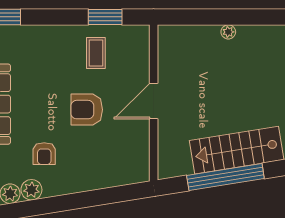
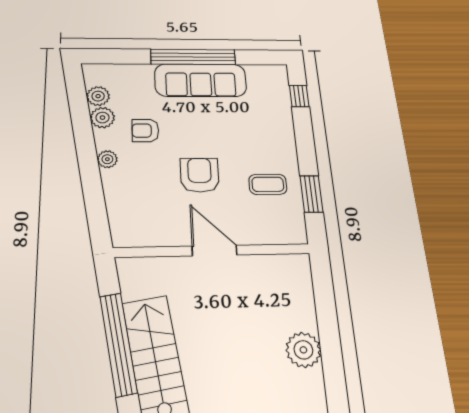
plant: (228, 32) -> (303, 350), width x1.87, depth x1.87
plant: (71, 186) -> (107, 159), added

